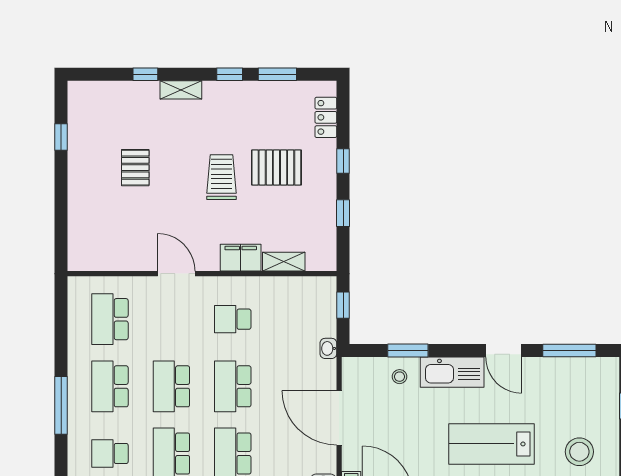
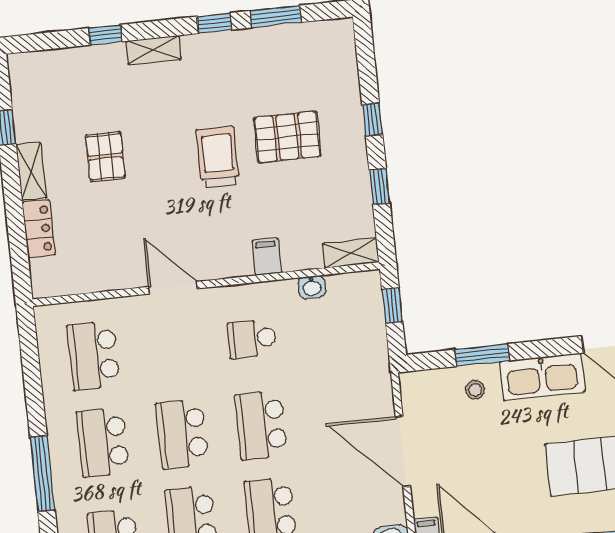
locker: (326, 117) -> (39, 229), moved, turned 180
shelving: (77, 173) -> (31, 171), added
filing cabinet: (241, 258) -> (267, 257), width x0.50
shelving: (284, 262) -> (351, 253), moved
washbasin: (328, 348) -> (312, 287), moved, turned -90

